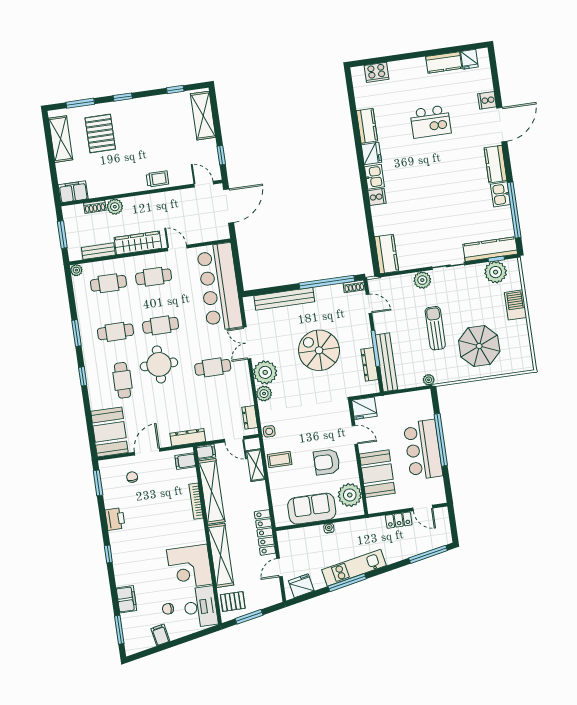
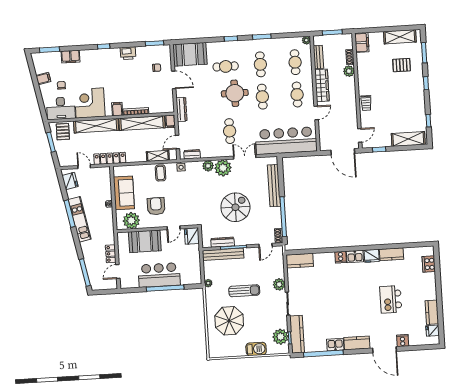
pallet: (100, 133) -> (402, 65), width x0.67, depth x0.71
filing cabinet: (185, 461) -> (117, 109), moved

